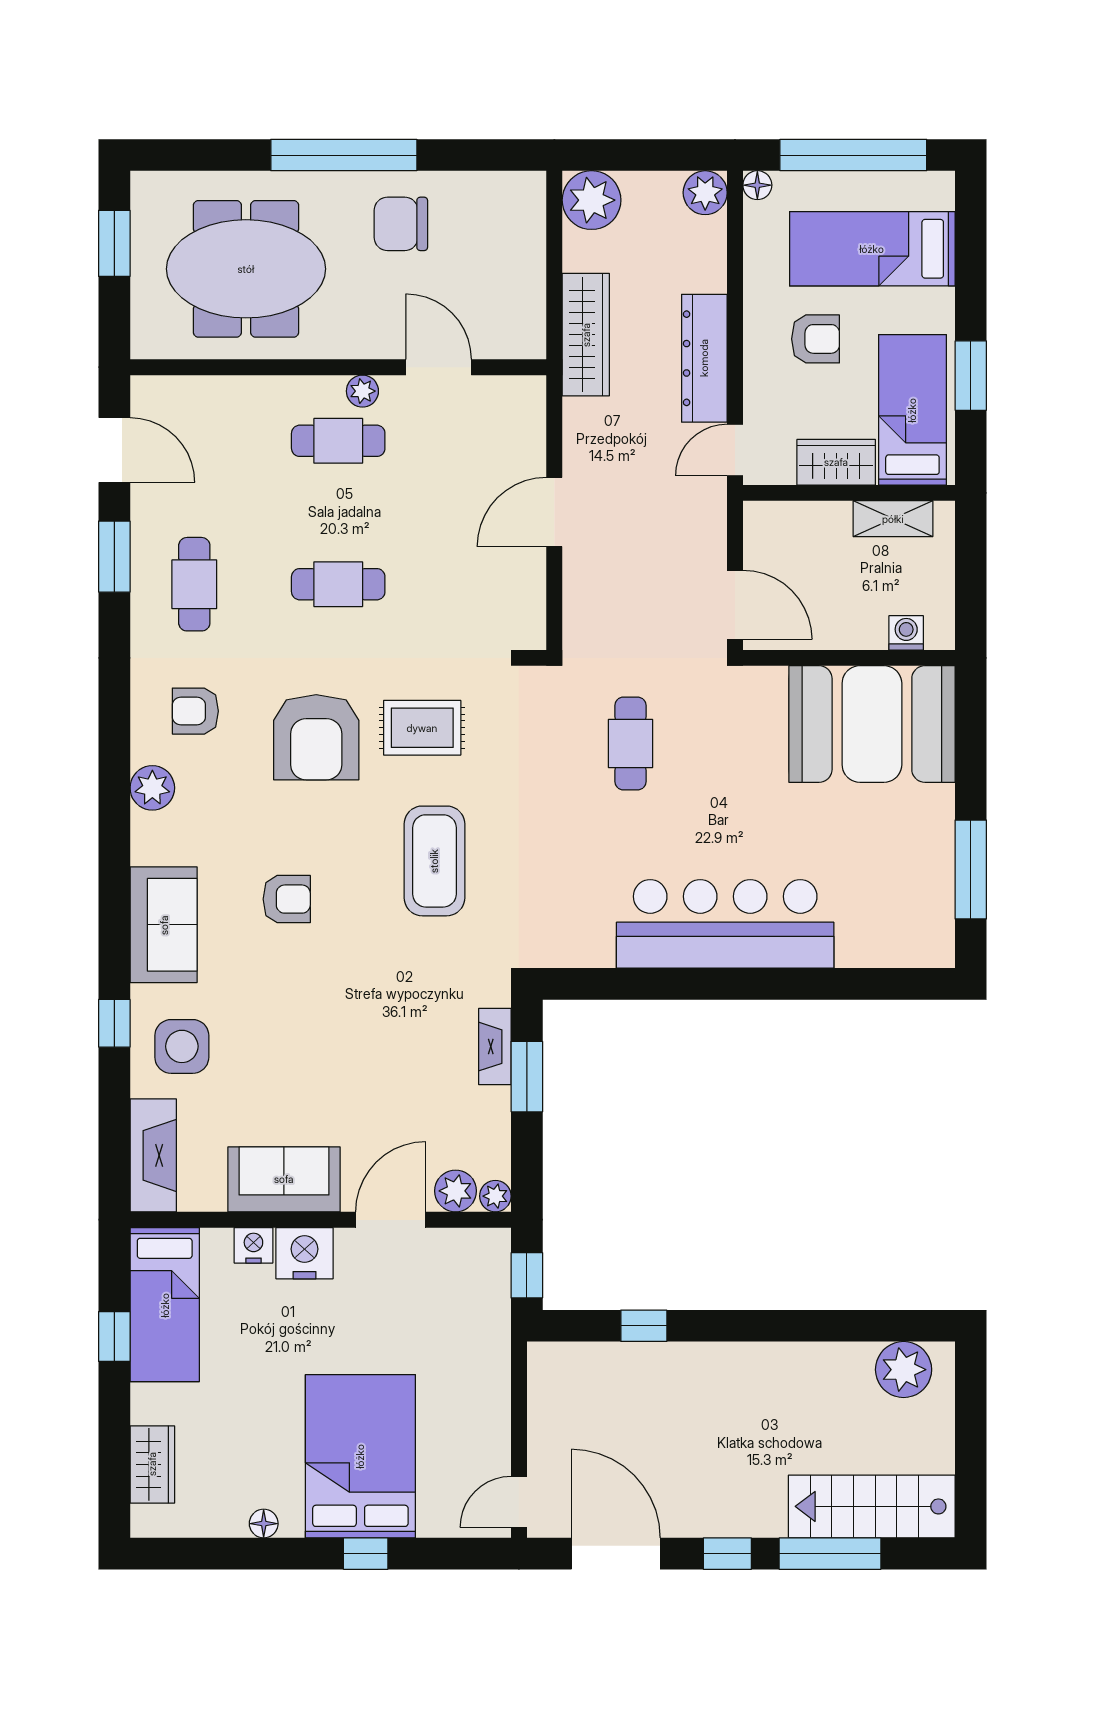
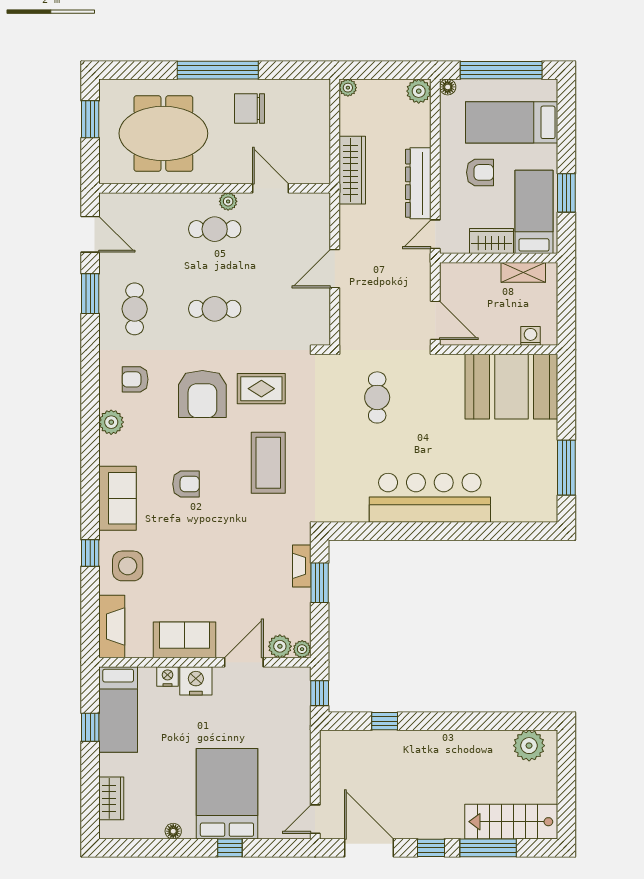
plant: (592, 200) -> (348, 88), width x0.53, depth x0.53

